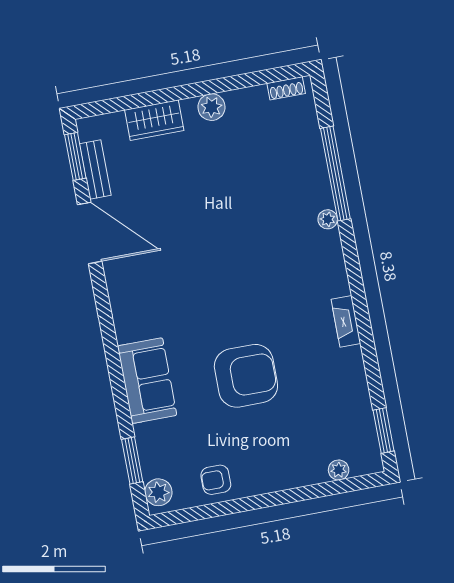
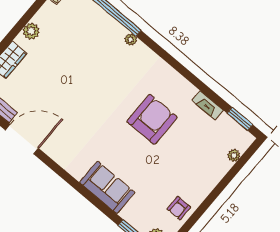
fireplace: (346, 321) -> (208, 105), moved
armchair: (246, 376) -> (152, 119), moved

